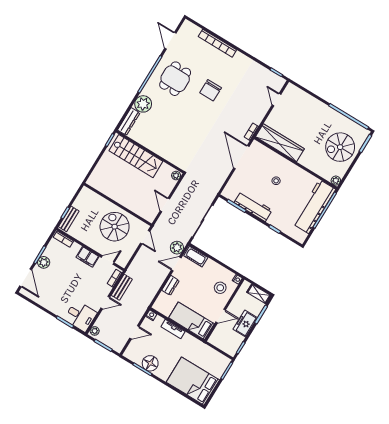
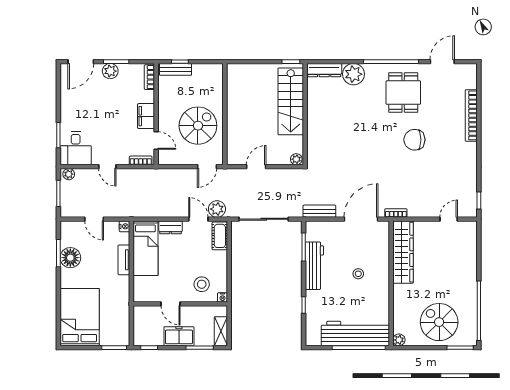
dining table: (175, 79) -> (403, 93), turned 90
bench: (122, 287) -> (319, 211), moved
bed: (191, 321) -> (145, 248), moved, turned 180

